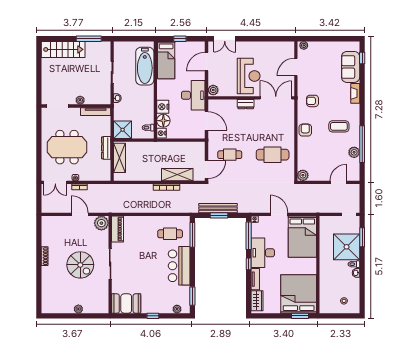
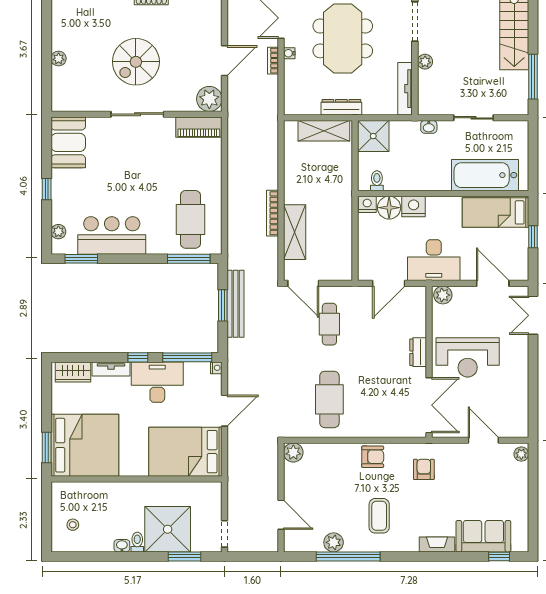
cafe table: (170, 234) -> (190, 219), width x1.37, depth x1.35
bar counter: (179, 266) -> (112, 235), moved

